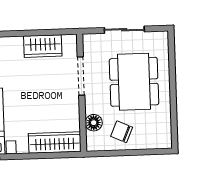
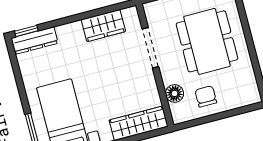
chair: (122, 132) -> (206, 96), turned 66

